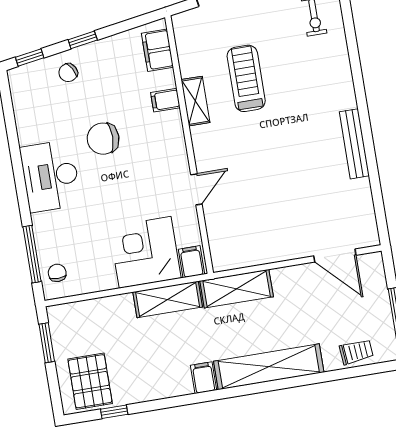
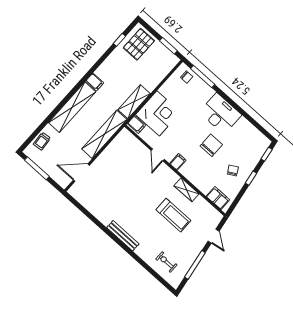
chair: (68, 73) -> (233, 170), moved
filing cabinet: (165, 100) -> (178, 162), moved
bench: (354, 144) -> (123, 236), moved
shelving: (237, 289) -> (104, 134), width x1.47
pallet: (90, 381) -> (139, 44), turned 90

